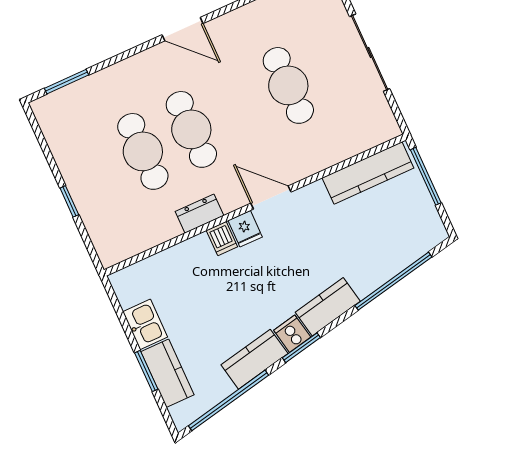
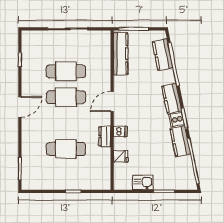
cafe table: (191, 129) -> (66, 97), moved
fridge: (245, 229) -> (121, 156), moved
kitchen counter: (167, 373) -> (163, 55), moved, turned -101

